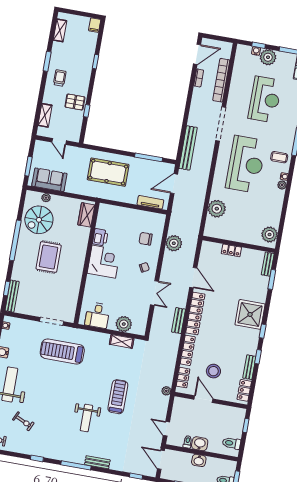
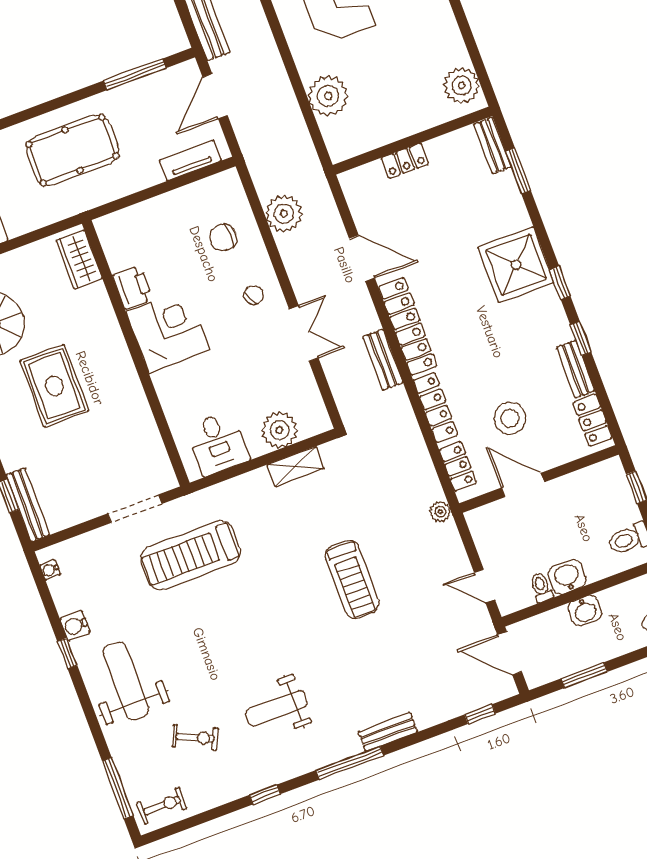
treadmill: (118, 397) -> (352, 579), turned 180
weight bench: (86, 418) -> (277, 708), moved, turned 90

